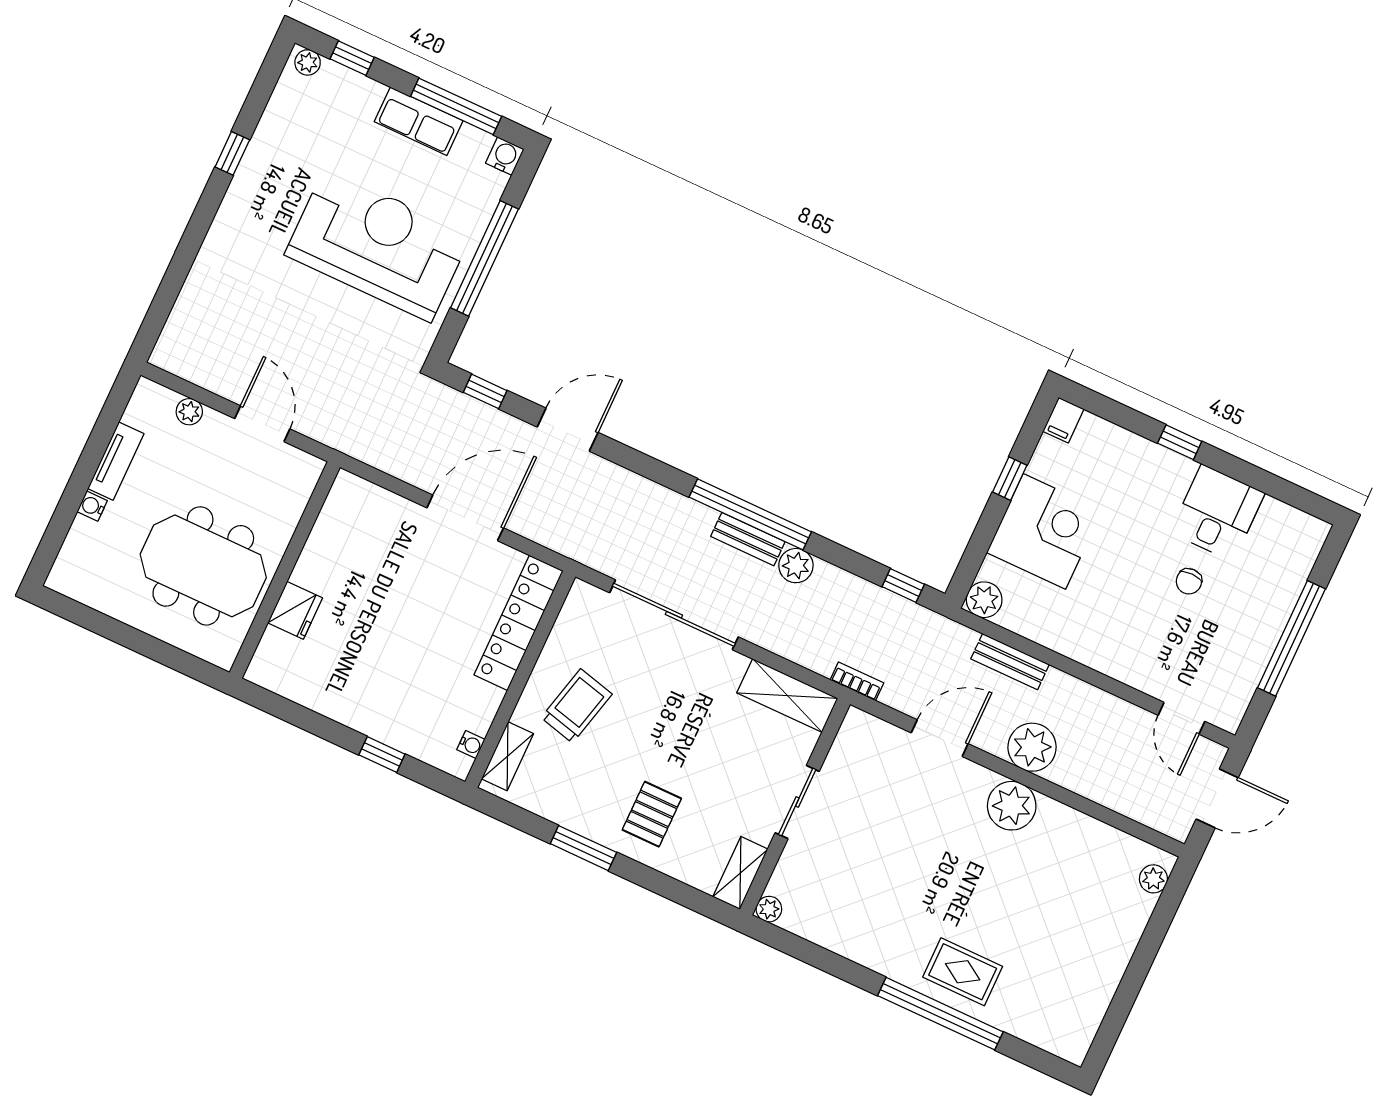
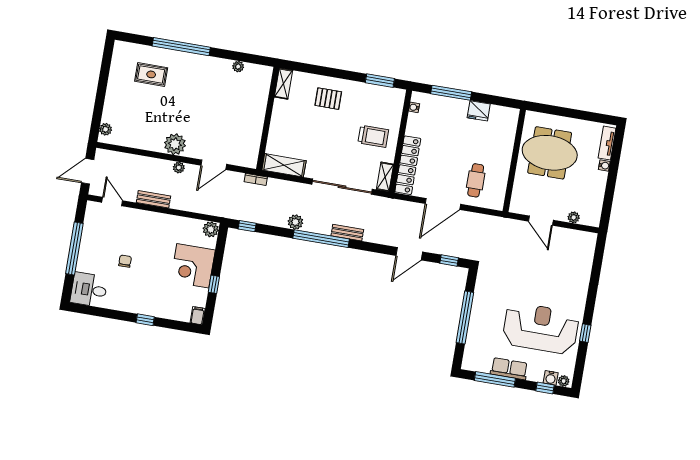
water cooler: (505, 156) -> (551, 378), moved
reception desk: (378, 245) -> (541, 328), moved, turned 180
tv unit: (116, 461) -> (607, 143), moved
desk: (1217, 513) -> (89, 290), moved, turned 90
bench: (748, 539) -> (347, 233), moved
cafe table: (380, 550) -> (476, 180), added
fridge: (295, 610) -> (479, 111), moved, turned -90
bench: (1010, 662) -> (154, 199), moved
trolley: (577, 706) -> (373, 136), turned -104
plant: (1032, 747) -> (179, 168), width x0.53, depth x0.53
window: (382, 754) -> (451, 93), width x2.17
shelving: (507, 756) -> (385, 177), moved
sliding door: (797, 802) -> (267, 121), removed
pallet: (652, 814) -> (328, 99), turned 90
window: (583, 848) -> (380, 81), moved
plant: (769, 909) -> (238, 67), moved
rug: (963, 972) -> (151, 74), moved

